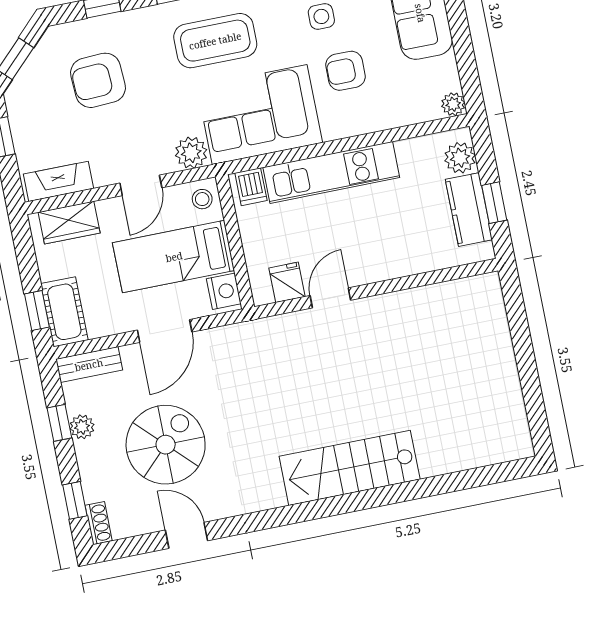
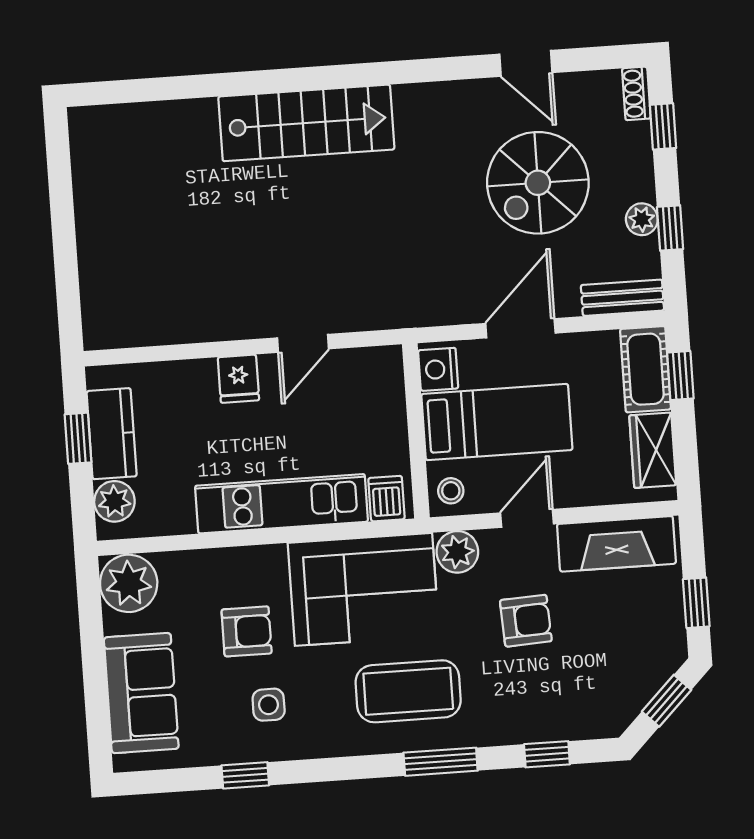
armchair: (98, 80) -> (526, 621), moved, width x0.72, depth x0.72
plant: (453, 104) -> (129, 583), width x1.88, depth x1.88
fireplace: (59, 181) -> (616, 544), width x1.37, depth x1.32
wardrobe: (69, 223) -> (653, 450), moved, turned -90
fridge: (287, 282) -> (238, 379), moved

